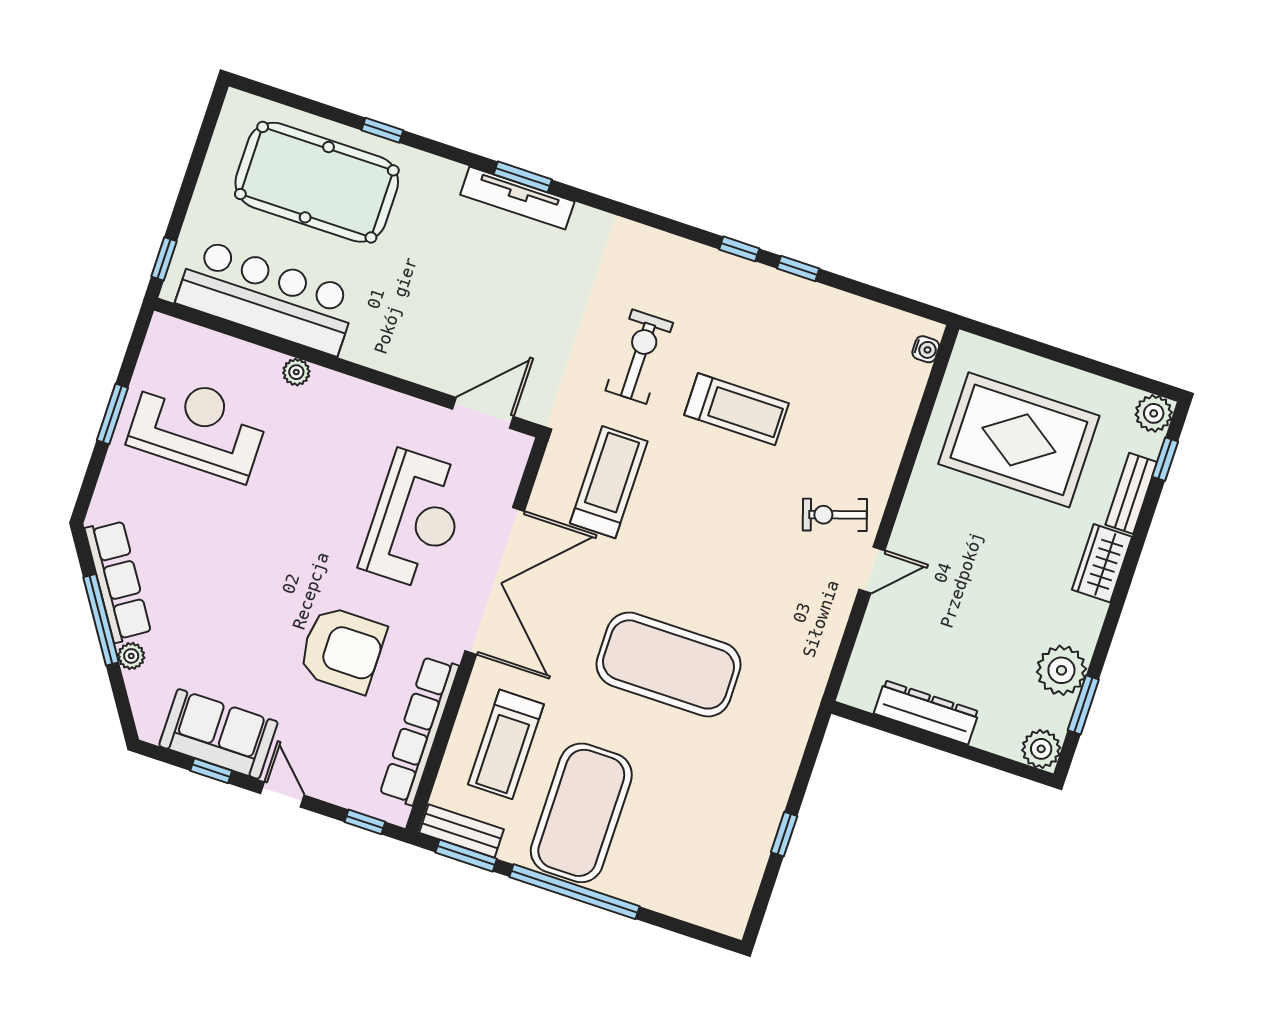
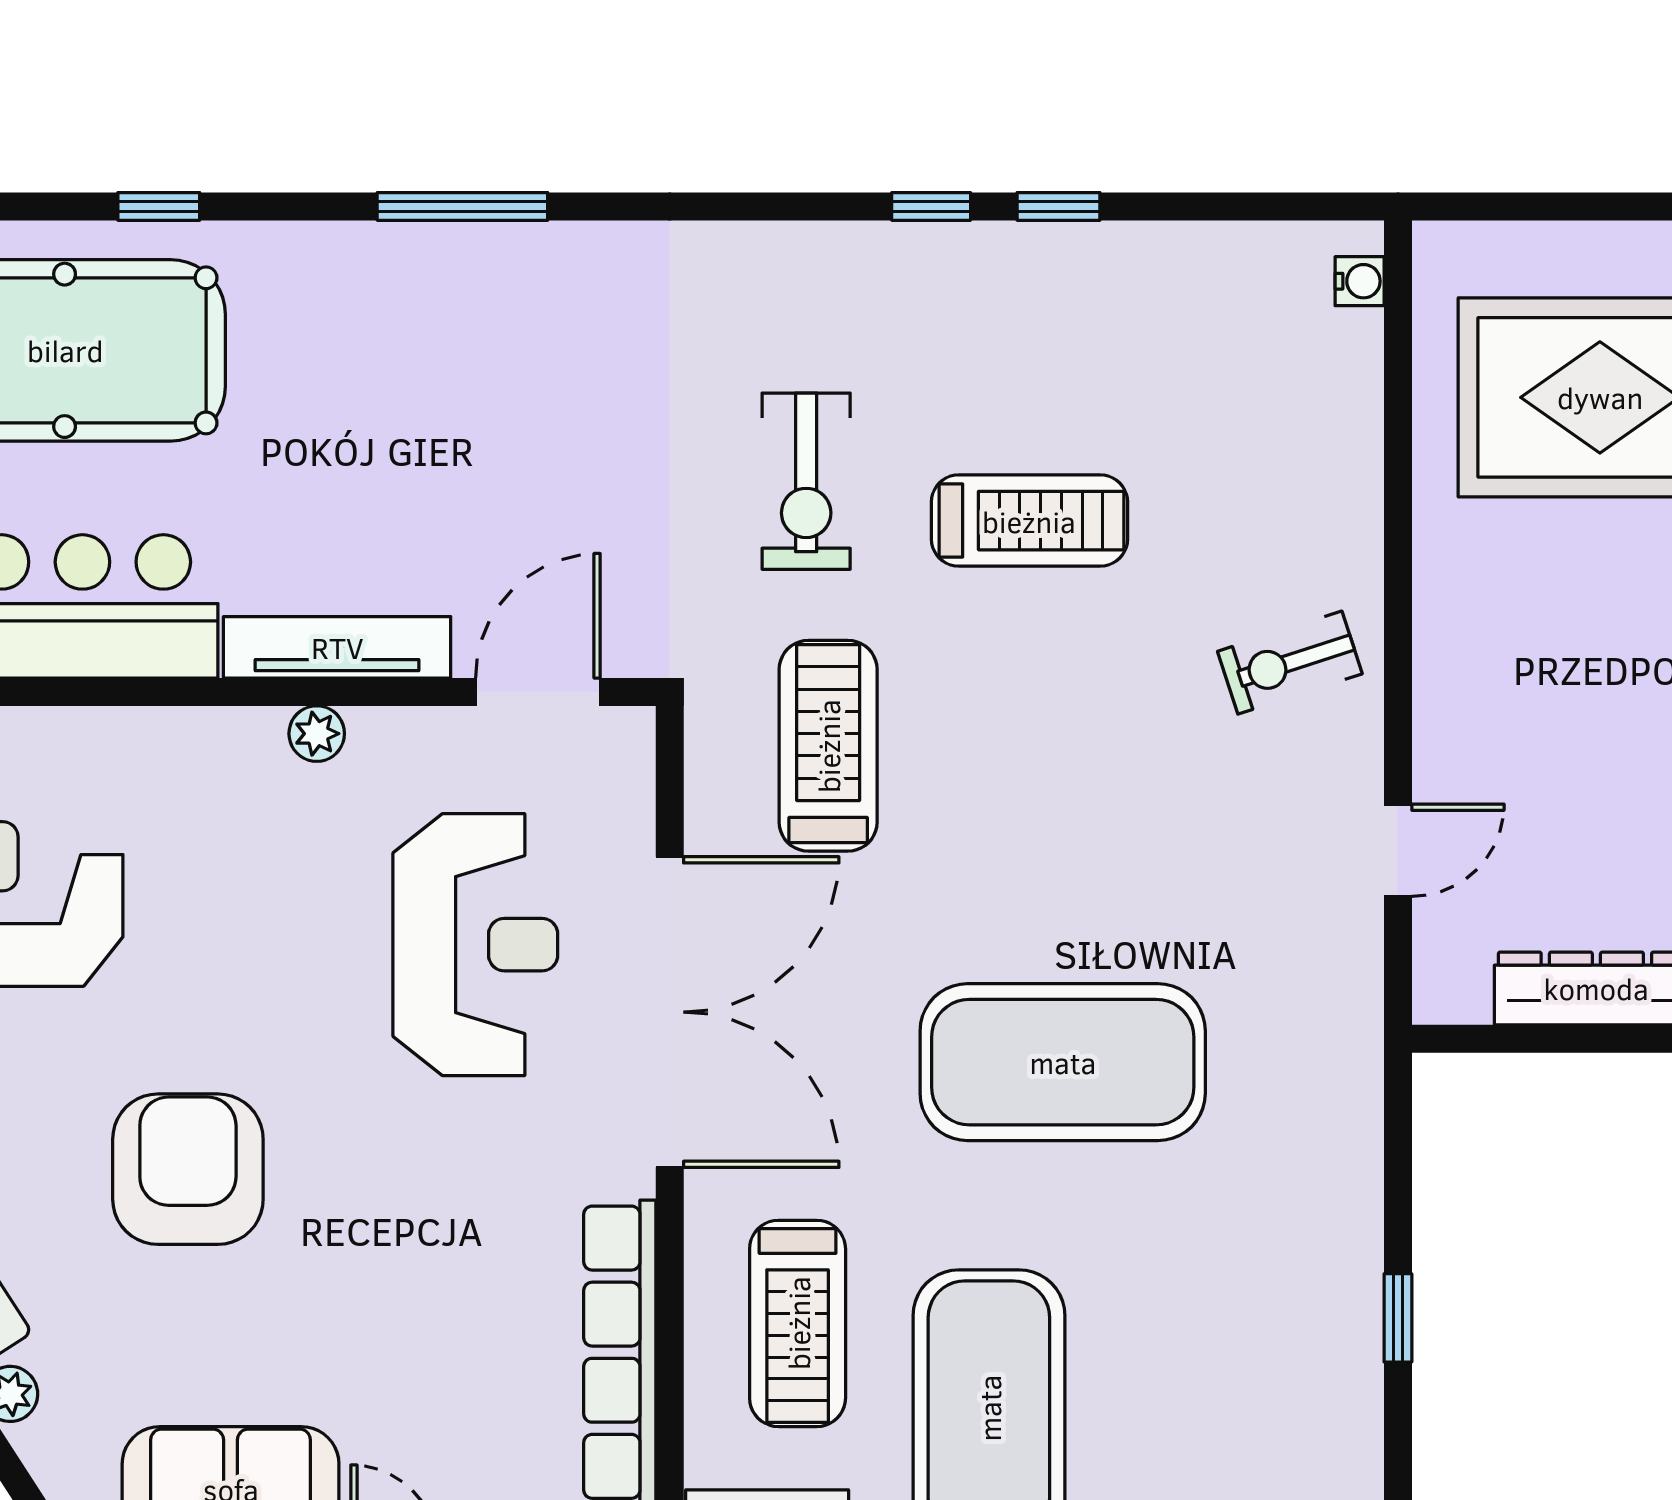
window: (523, 177) -> (462, 206), width x1.44
tv unit: (517, 198) -> (337, 647), moved, turned 180
exercise bike: (639, 357) -> (806, 481), turned 180
plant: (296, 372) -> (317, 734), moved
door: (872, 570) -> (1398, 850), moved
armchair: (342, 650) -> (188, 1169), moved, turned -90

